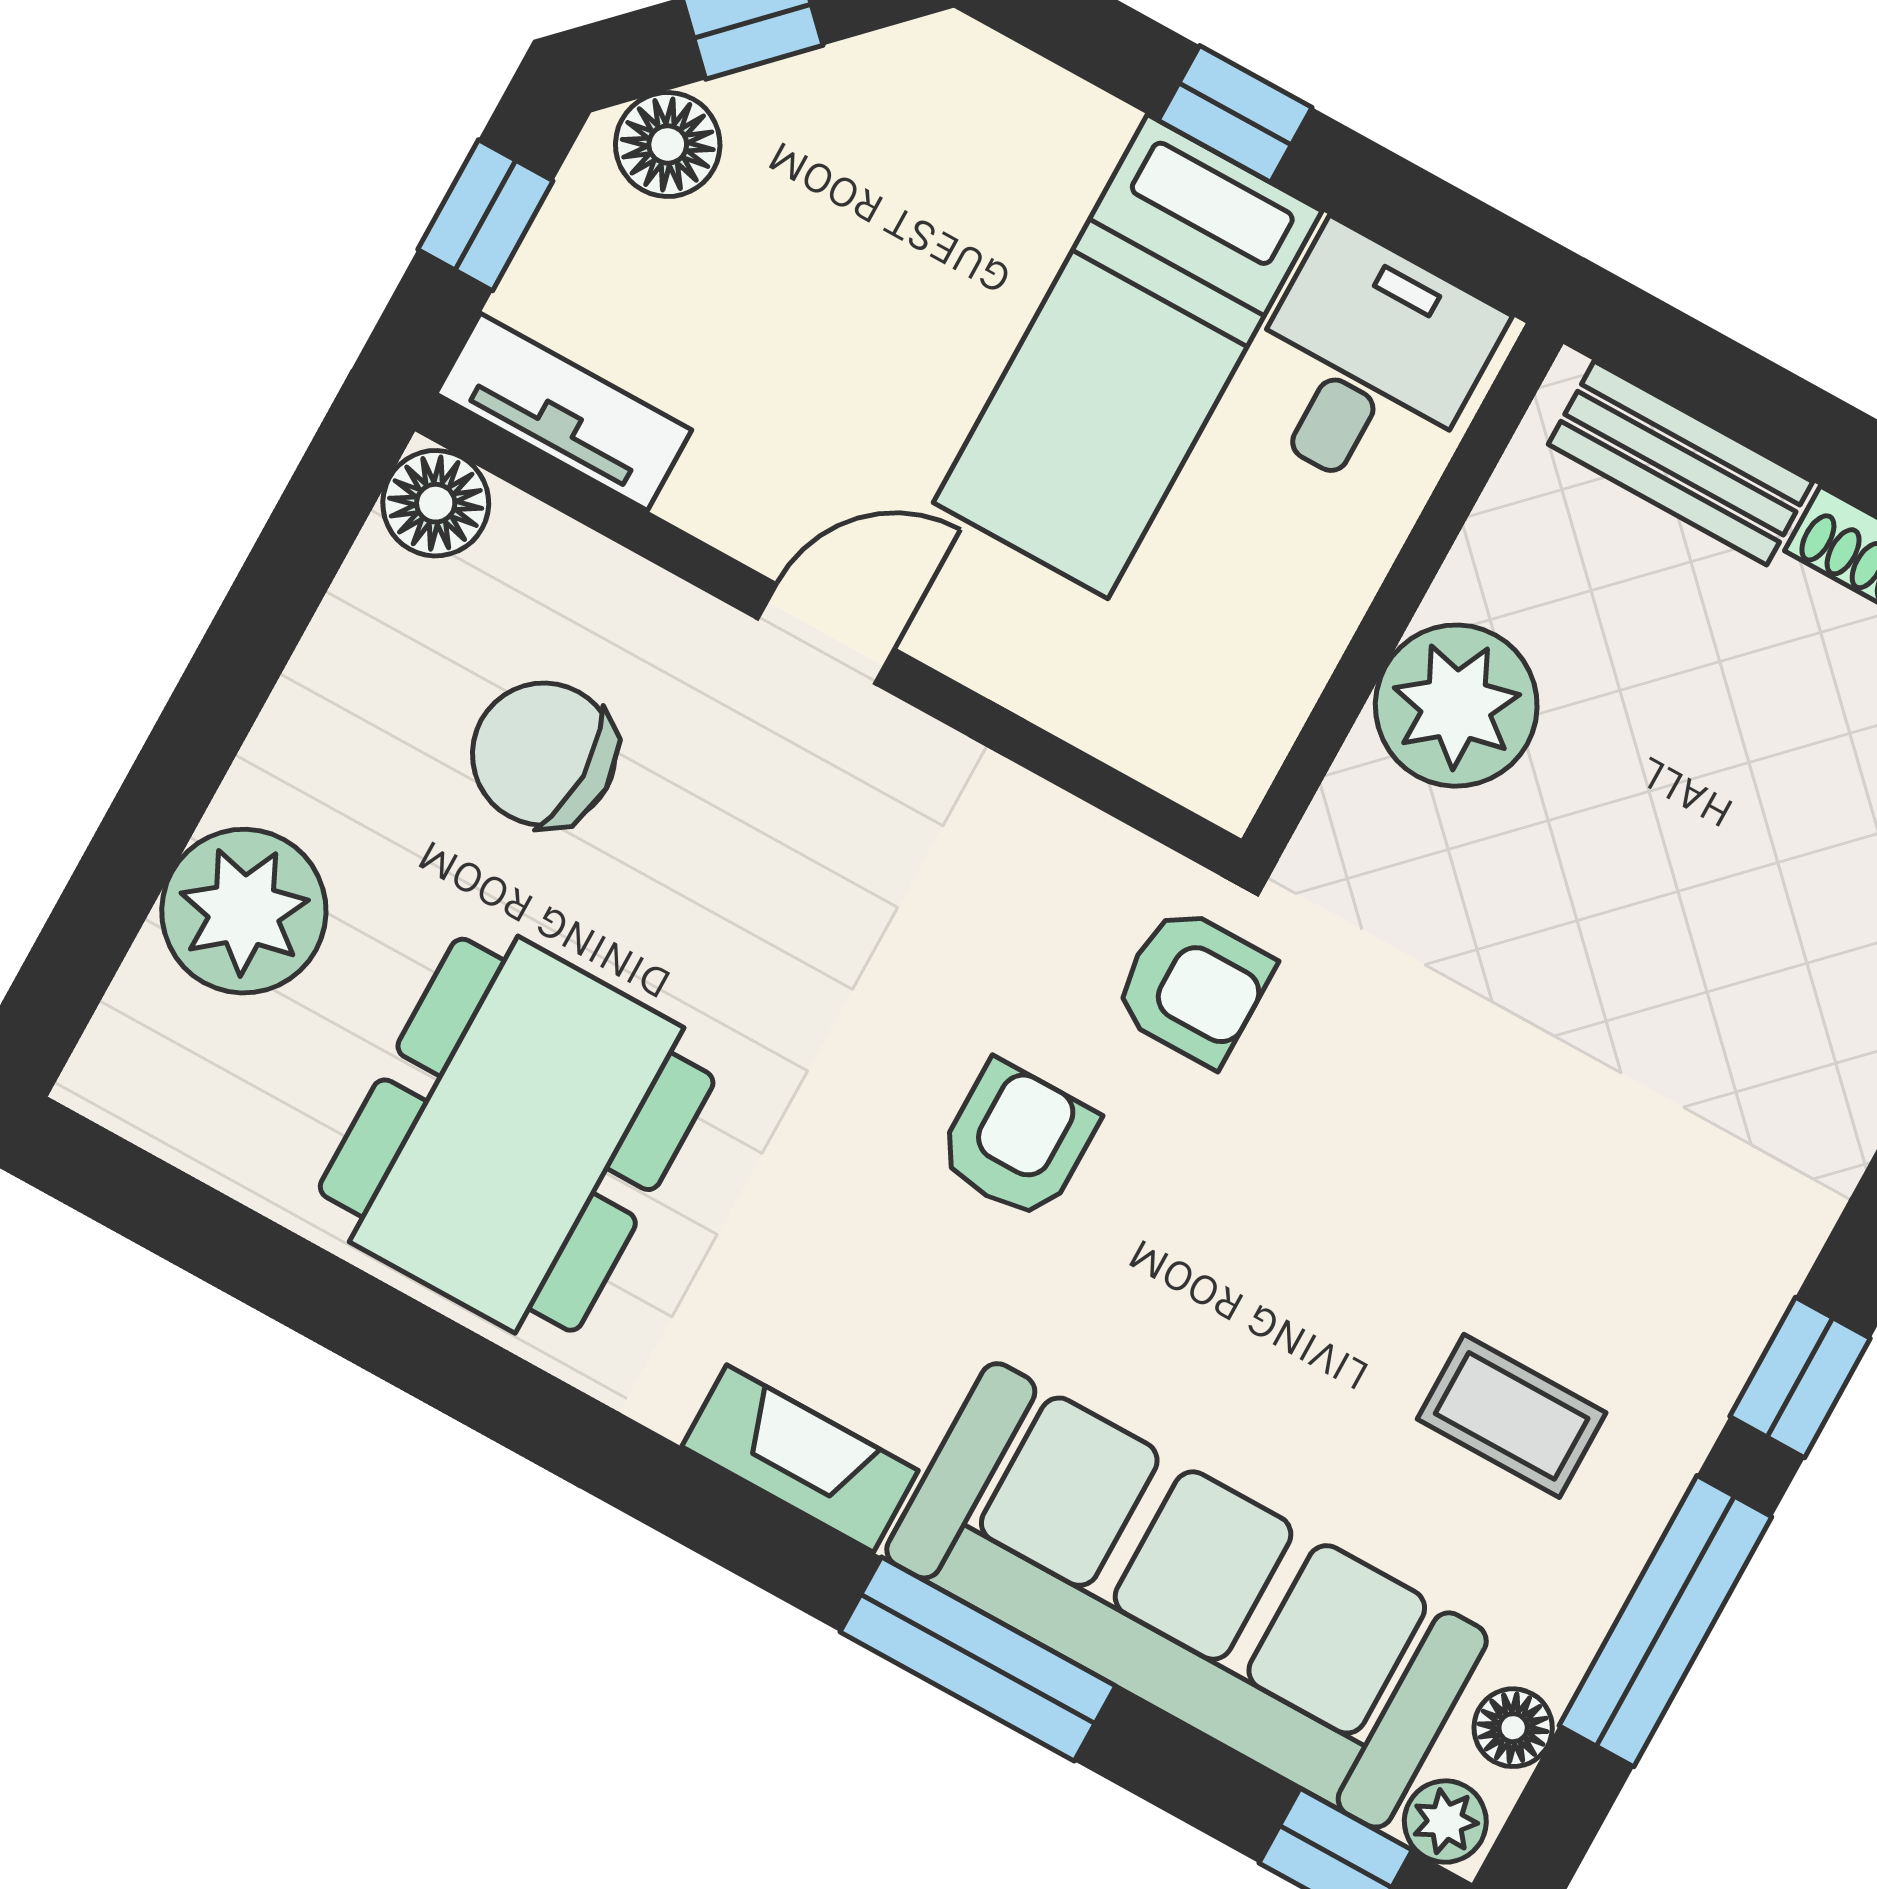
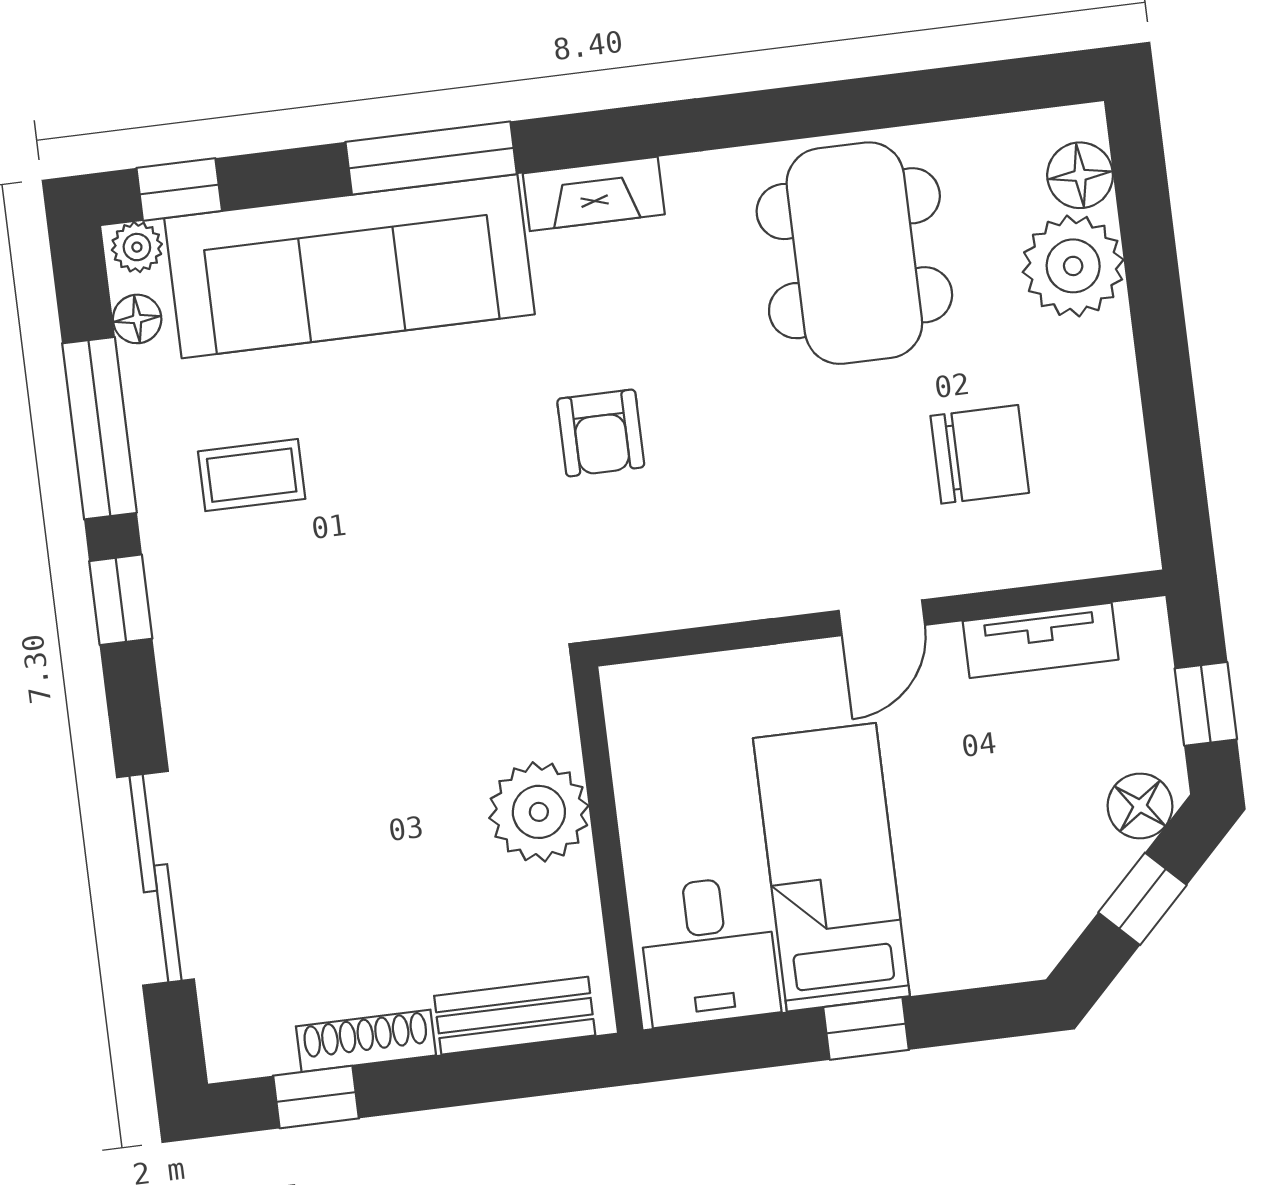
tv unit: (564, 412) -> (1041, 640), moved
floor lamp: (436, 503) -> (1080, 175), moved
armchair: (1193, 986) -> (569, 575), removed

